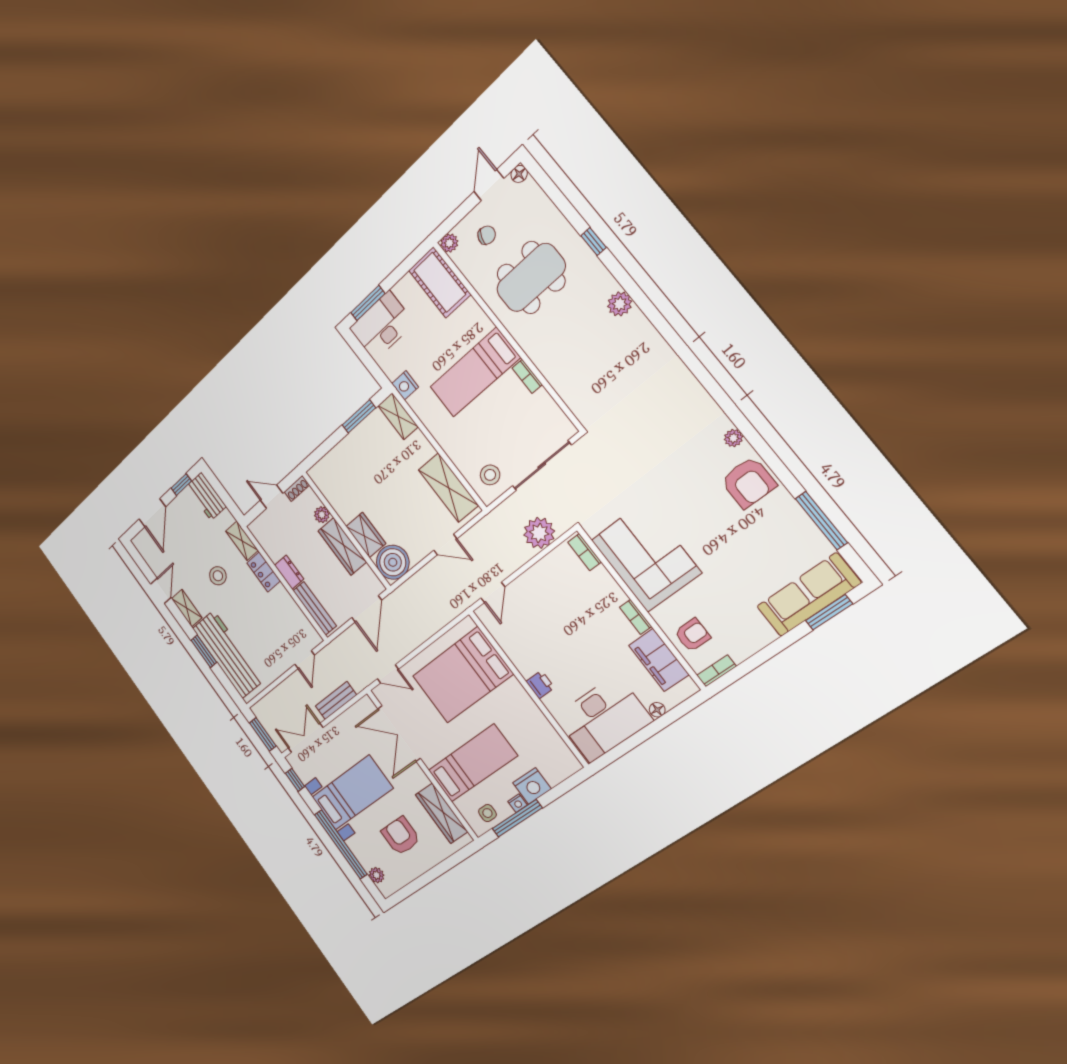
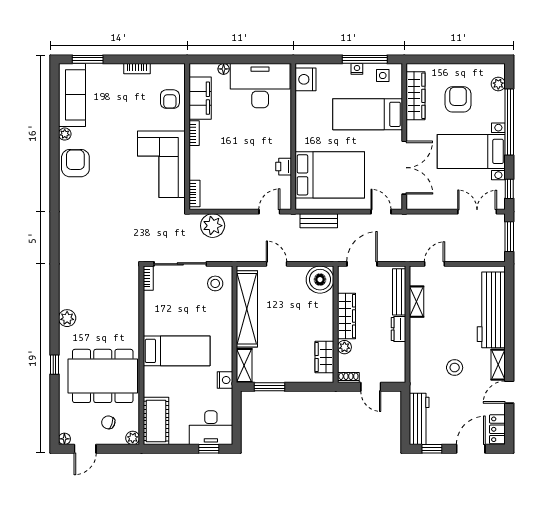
dining table: (531, 278) -> (103, 376), width x1.36, depth x1.24
window: (368, 303) -> (209, 449), width x0.67
bookcase: (527, 376) -> (148, 278), moved
plant: (733, 438) -> (65, 134), moved
shelving: (448, 488) -> (247, 309), width x1.47
workbench: (206, 496) -> (419, 419), width x1.38
window: (821, 521) -> (54, 113), removed
wardrobe: (366, 535) -> (324, 357), moved
shelving: (242, 541) -> (417, 302), moved
locker: (264, 572) -> (497, 429), moved, turned 180
sofa: (808, 595) -> (72, 95), moved, turned -90
armchair: (692, 635) -> (170, 99), turned -90
window: (204, 651) -> (509, 326), removed
bookcase: (716, 671) -> (137, 69), moved
printer: (540, 685) -> (284, 167), moved
bench: (336, 701) -> (319, 221), moved
double door: (306, 738) -> (477, 212), swing flipped
nightstand: (532, 786) -> (306, 79), moved, turned -90
armchair: (401, 836) -> (458, 99), turned 180

